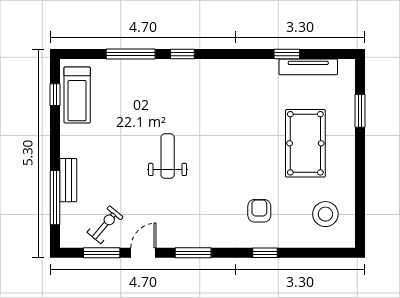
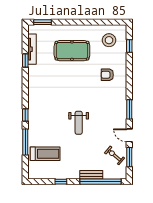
window: (55, 95) -> (61, 182), moved
treadmill: (77, 95) -> (45, 154), moved
window: (360, 111) -> (42, 22), moved
weight bench: (168, 156) -> (79, 123), turned -90
window: (55, 198) -> (100, 182), width x1.46
window: (265, 253) -> (129, 46), moved

